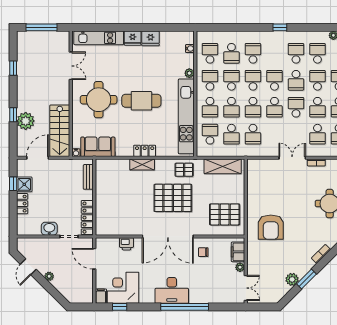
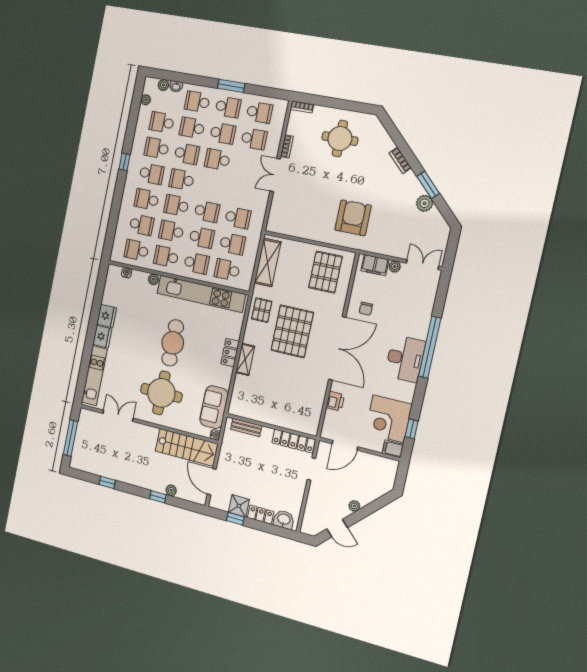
school desk: (274, 107) -> (152, 174), moved
plant: (26, 121) -> (171, 490), width x0.53, depth x0.53
armchair: (271, 227) -> (353, 218), turned -90
washbasin: (49, 229) -> (284, 520), moved, turned 90

